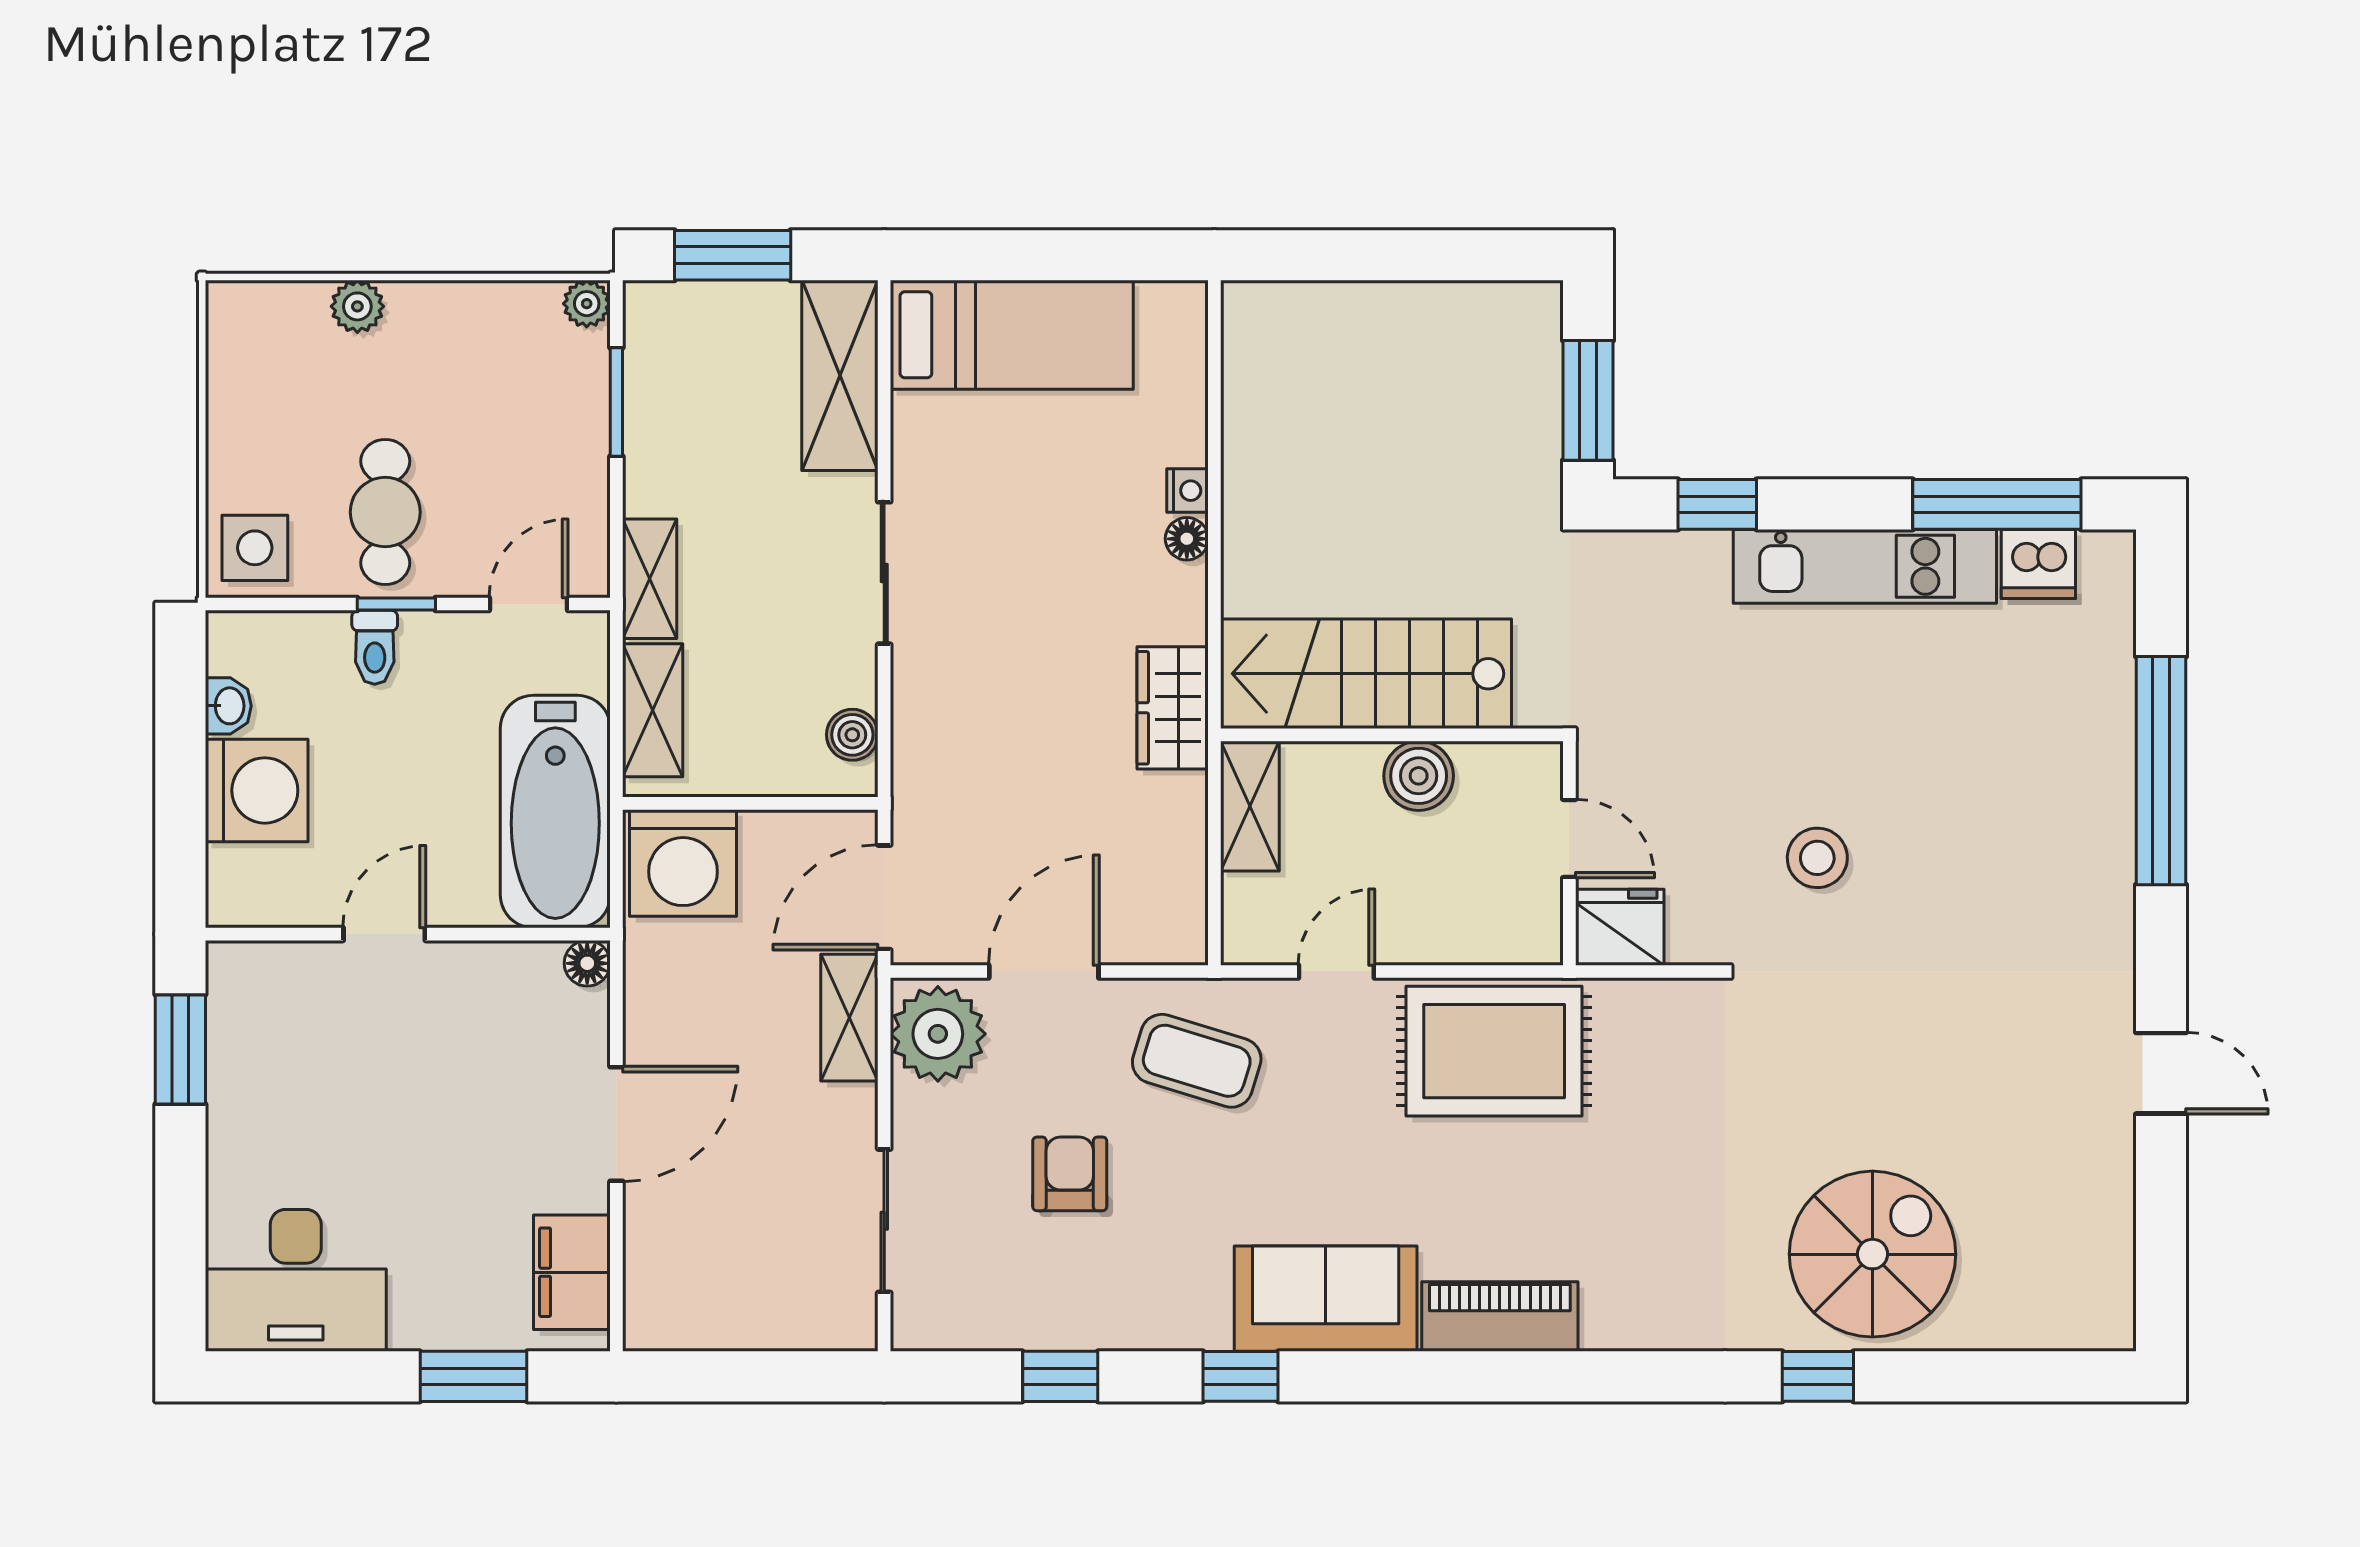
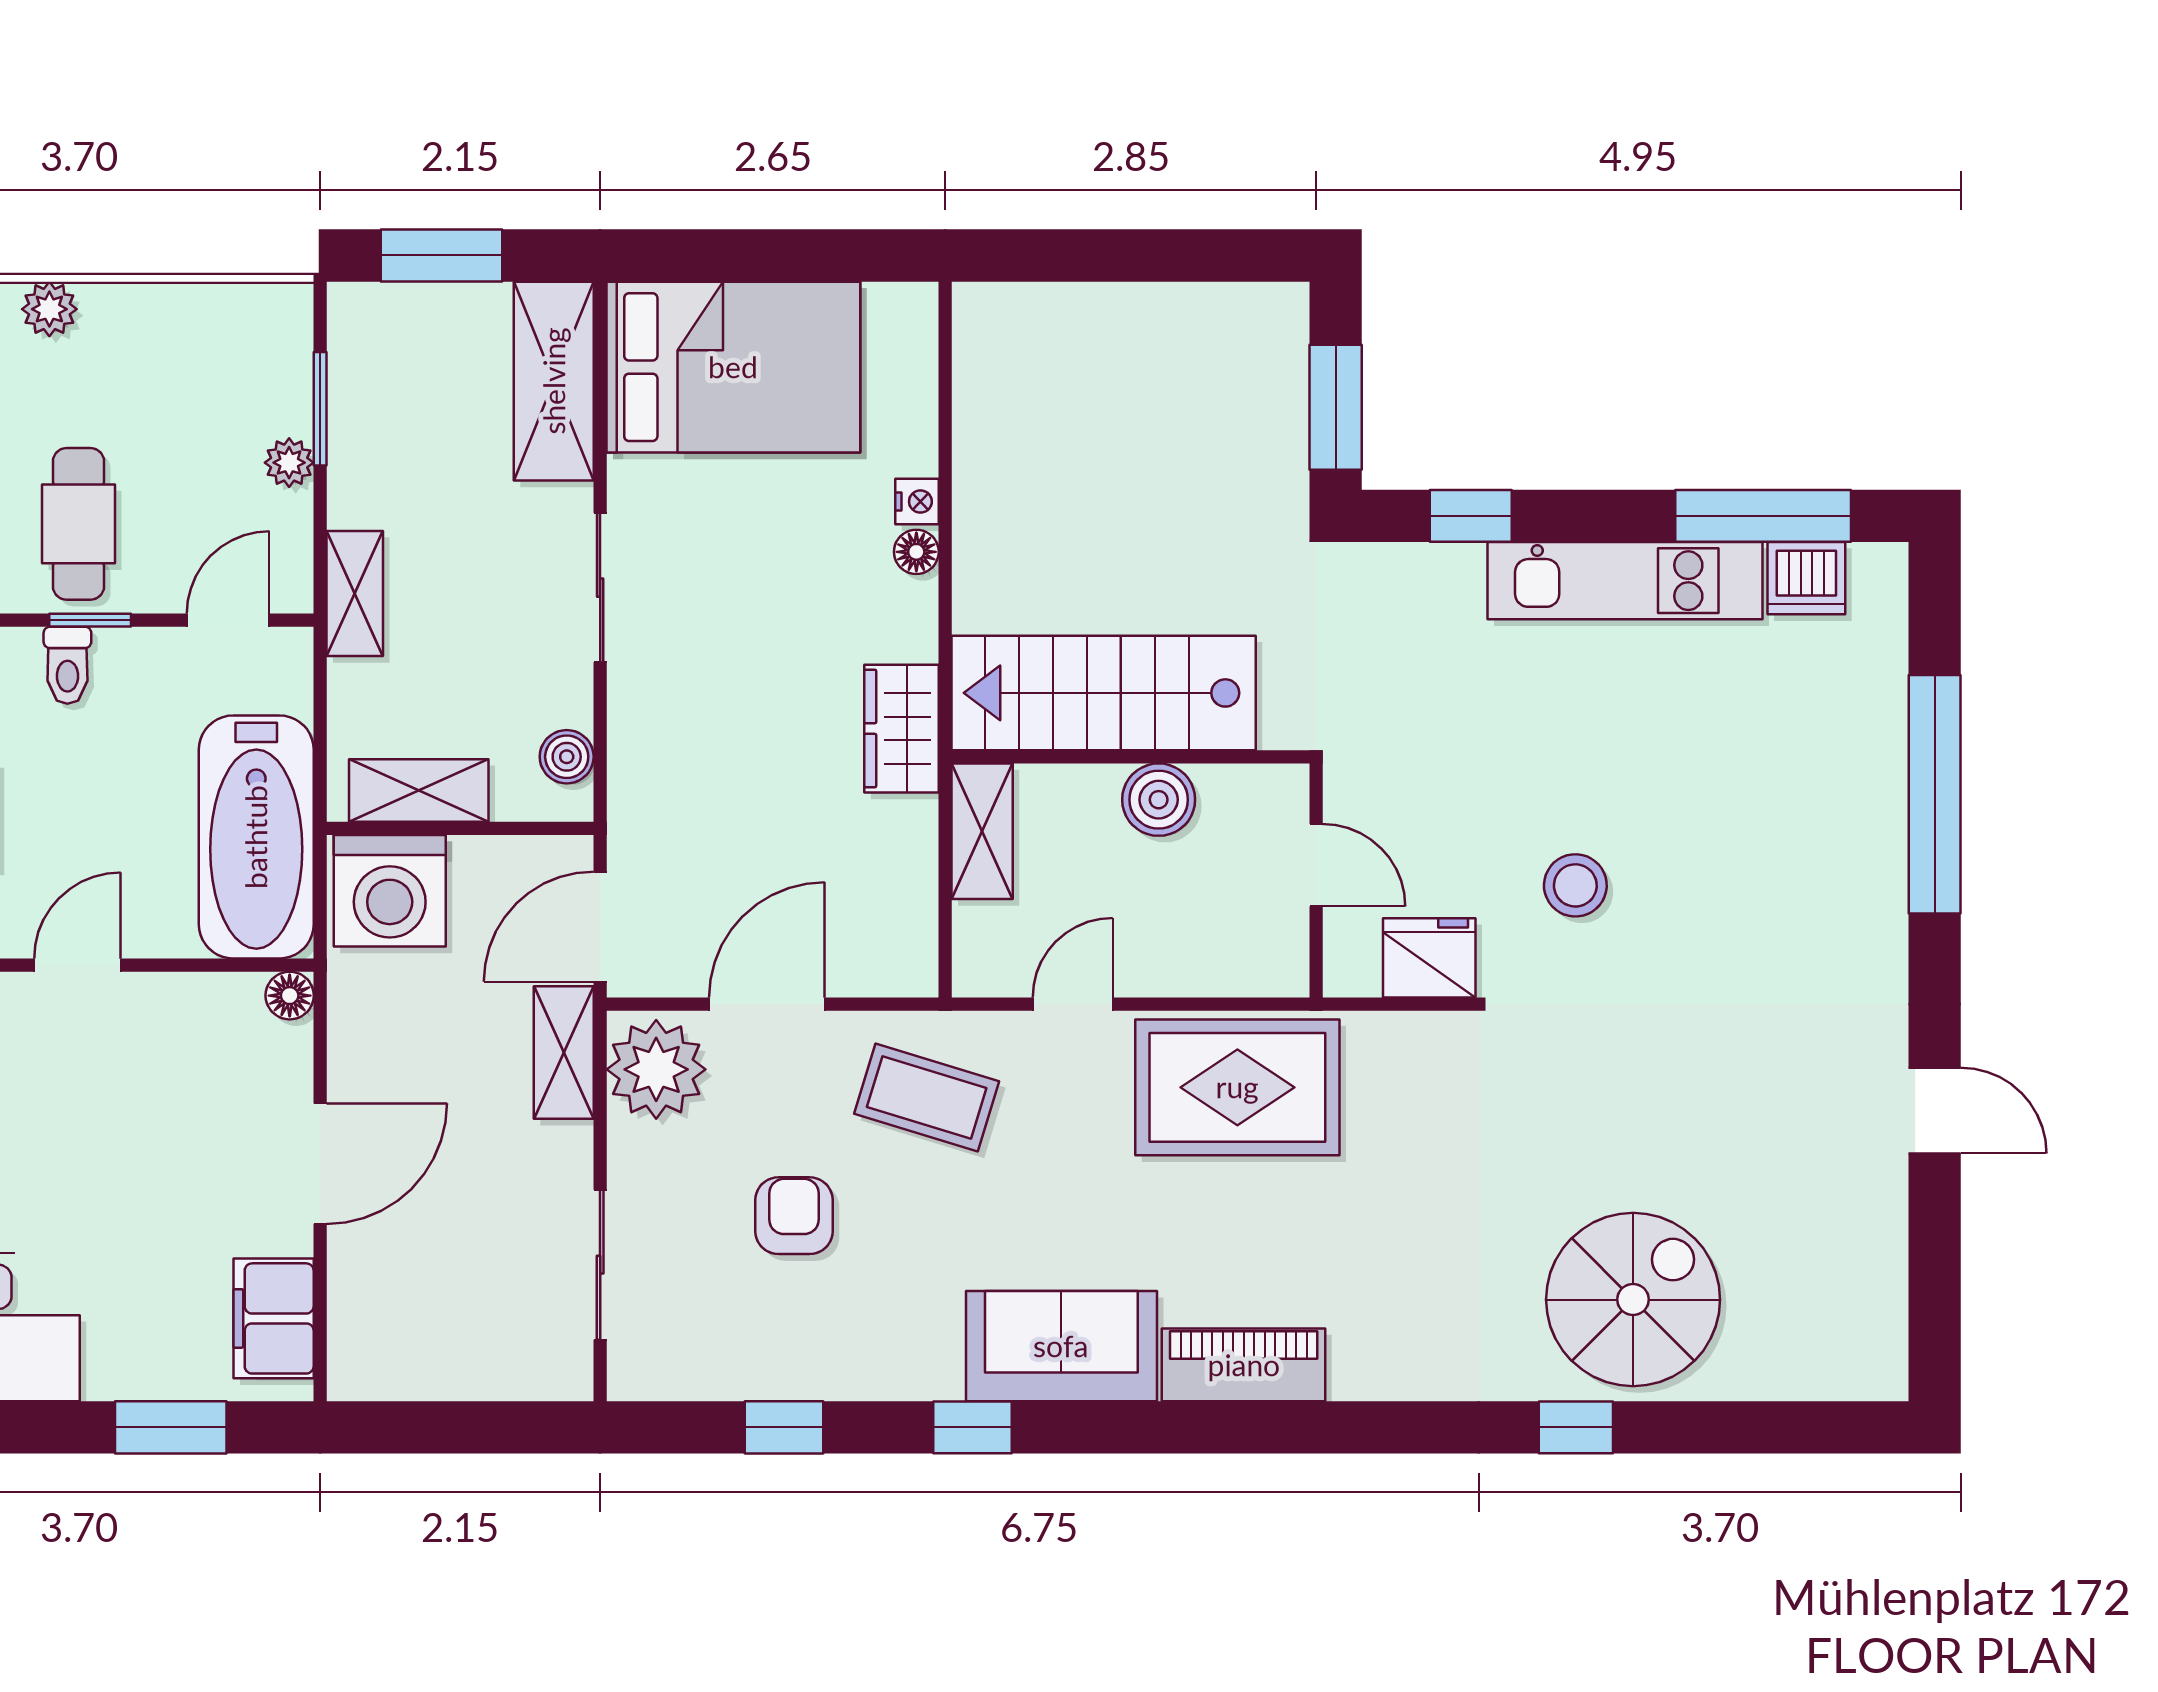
plant: (587, 304) -> (289, 463), moved
bed: (1012, 335) -> (733, 367), width x1.50
shelving: (653, 710) -> (419, 791), moved, turned 90
fridge: (1620, 927) -> (1429, 958), moved

